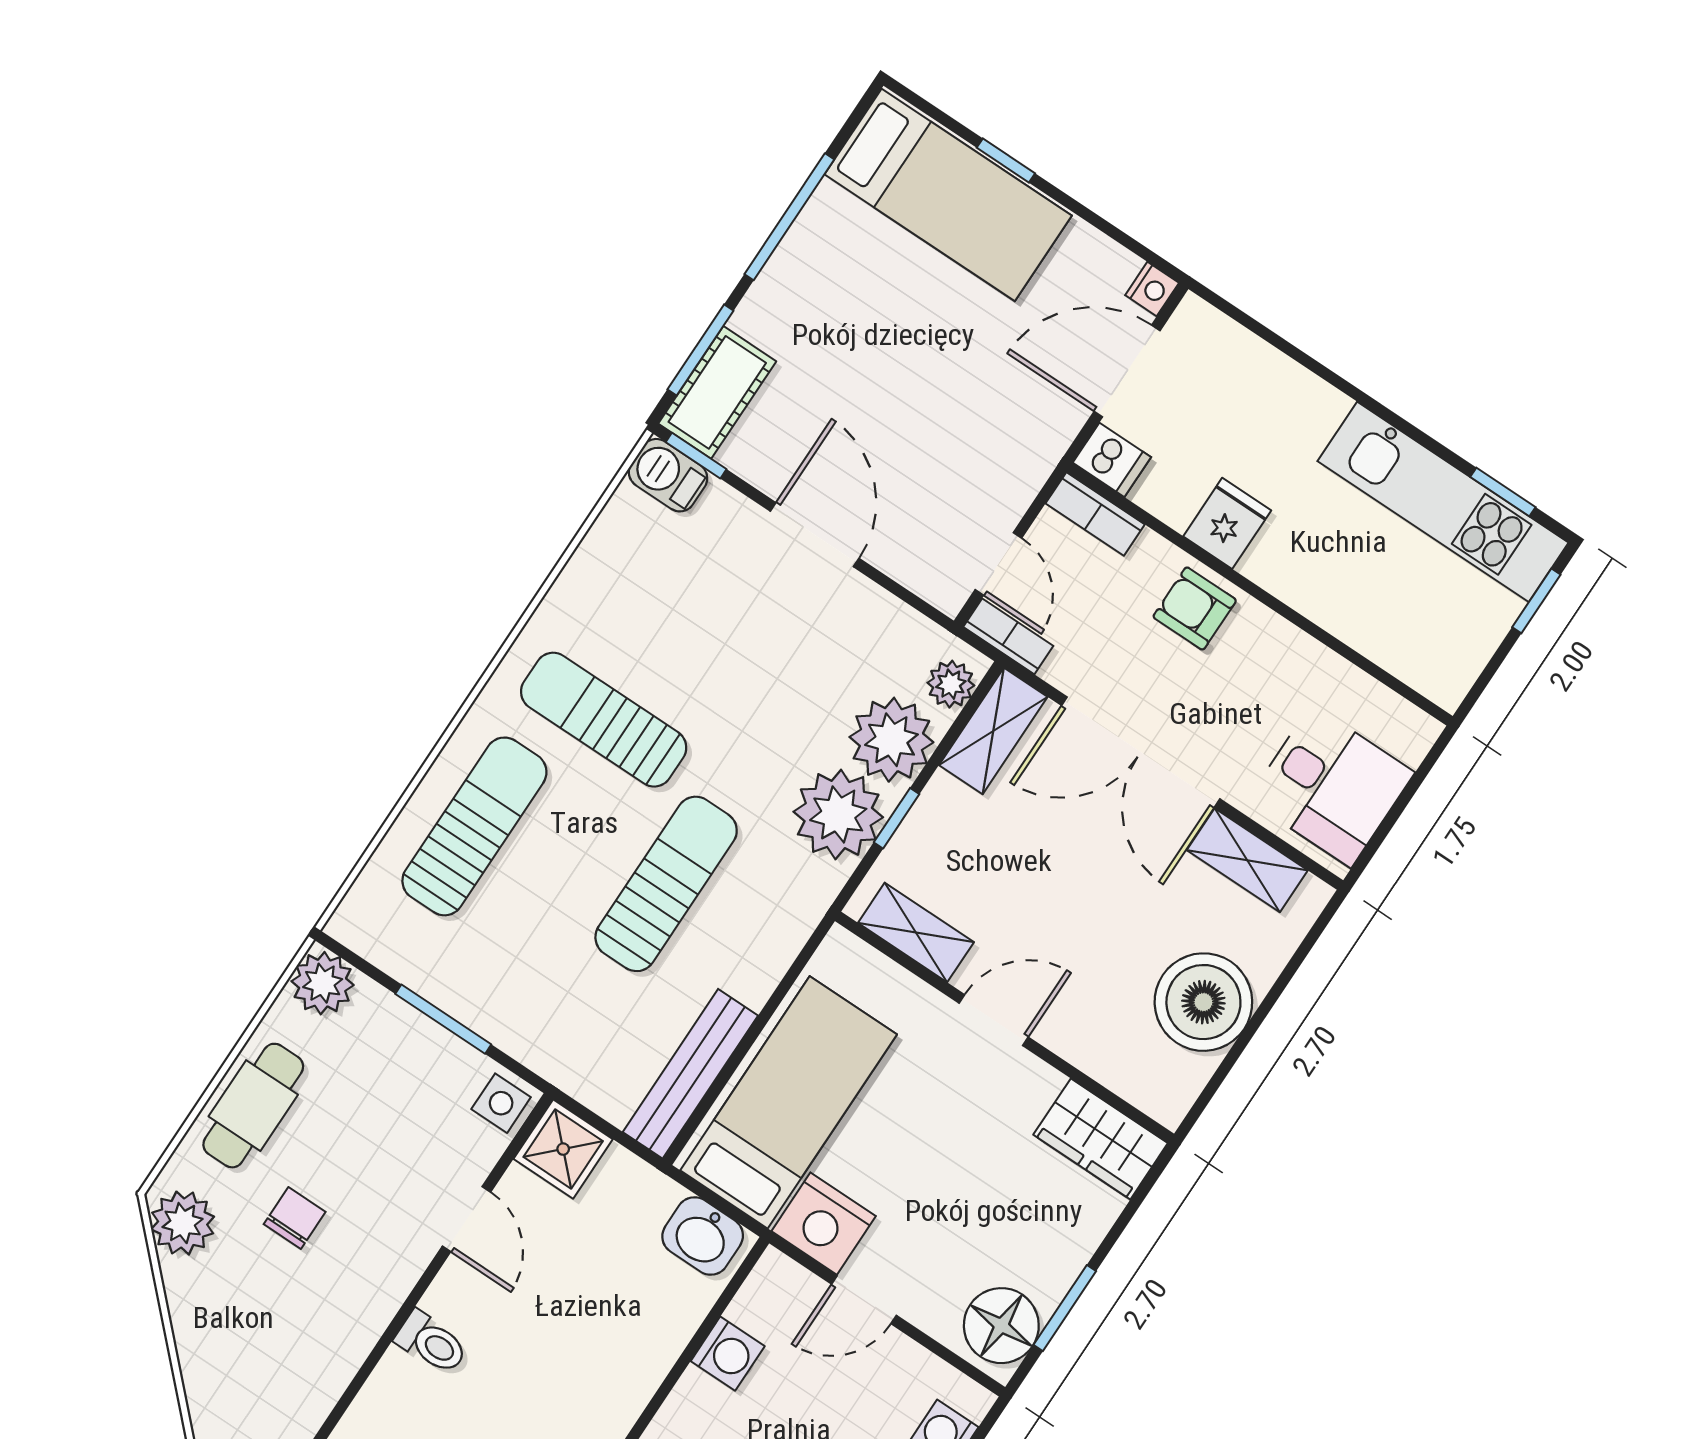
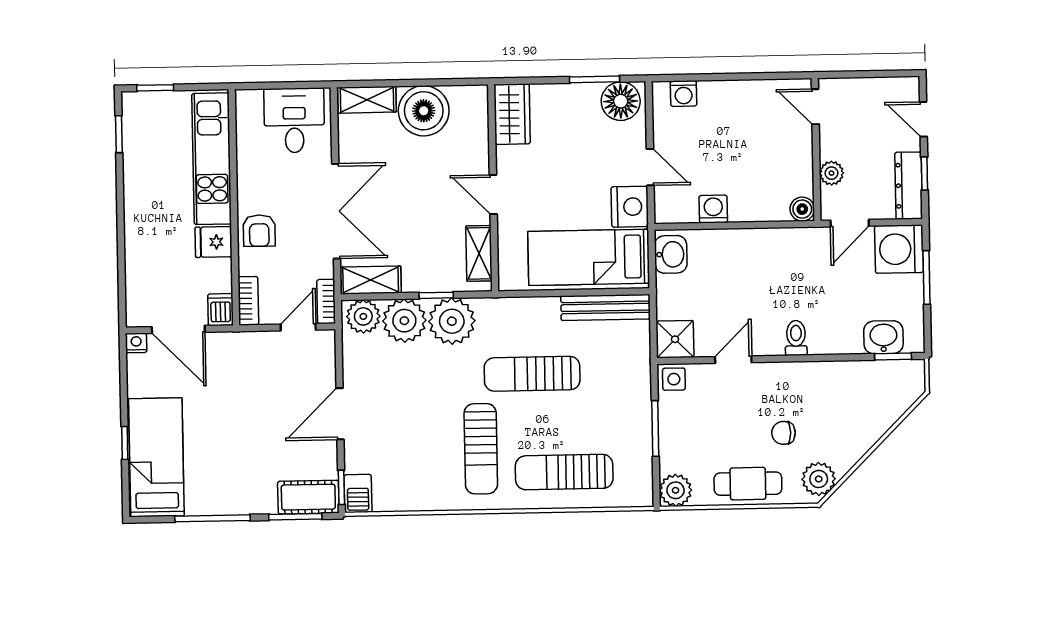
kitchen unit: (1443, 502) -> (212, 159), moved, turned 180
plant: (951, 684) -> (363, 316), width x1.38, depth x1.38
shelving: (1247, 860) -> (367, 100), moved, turned 90

